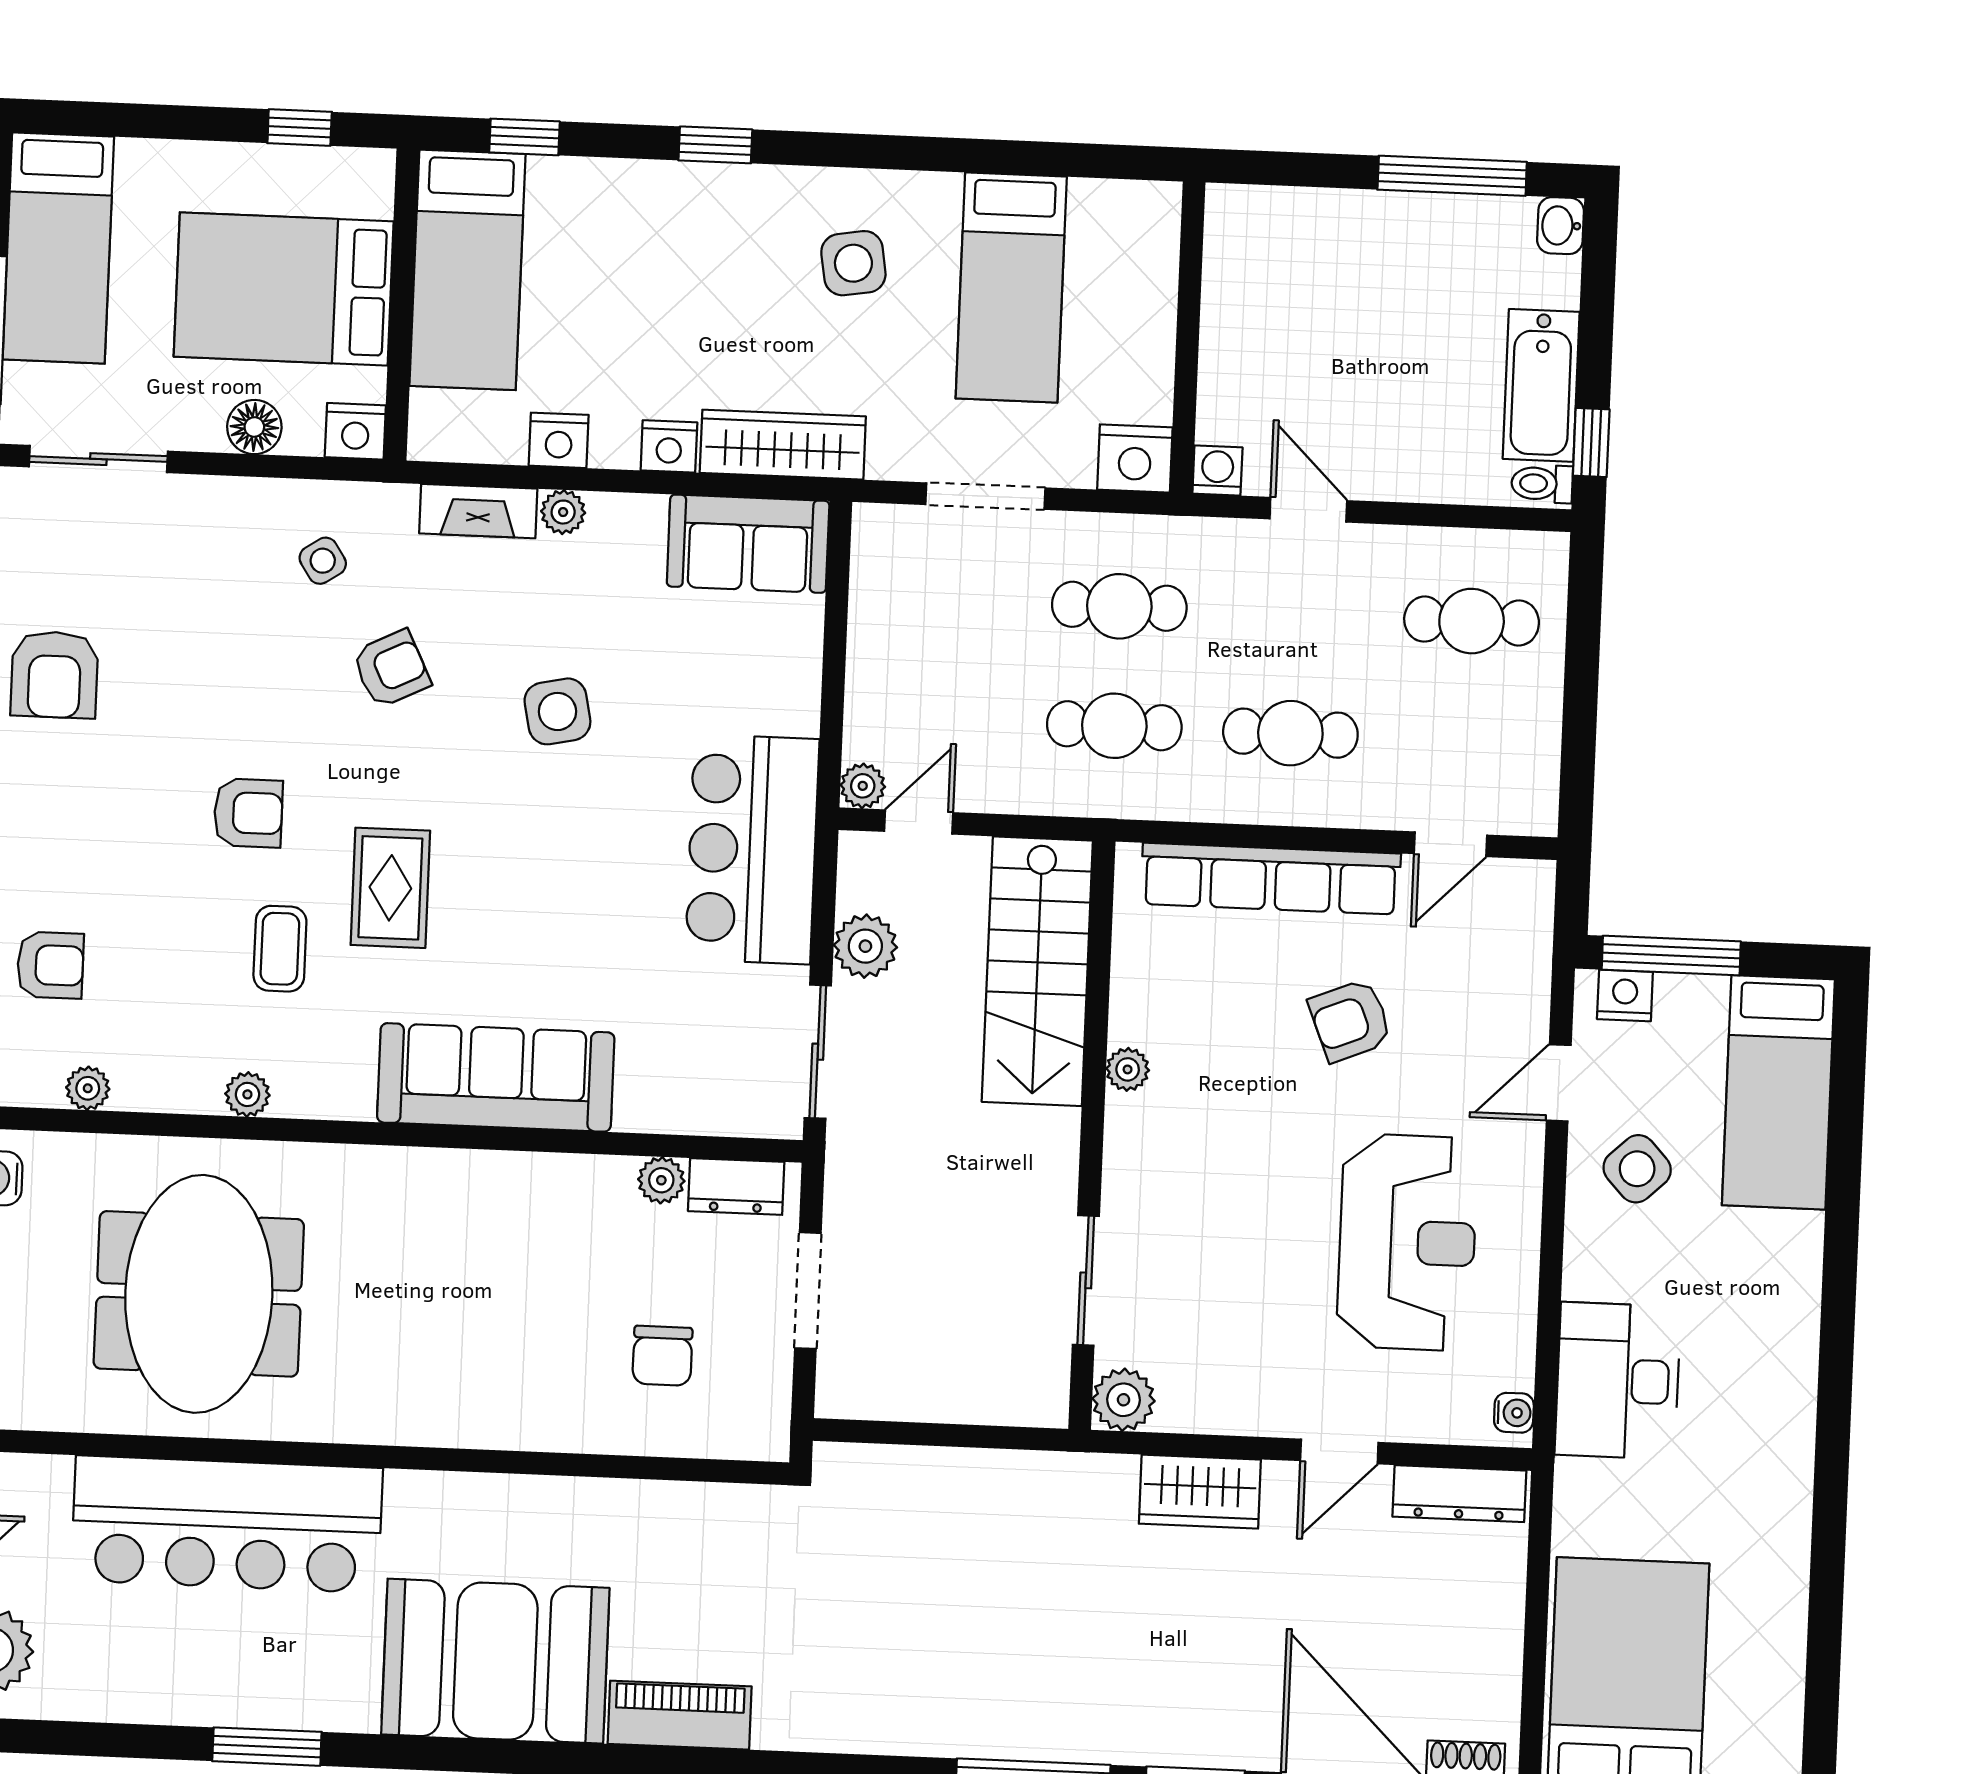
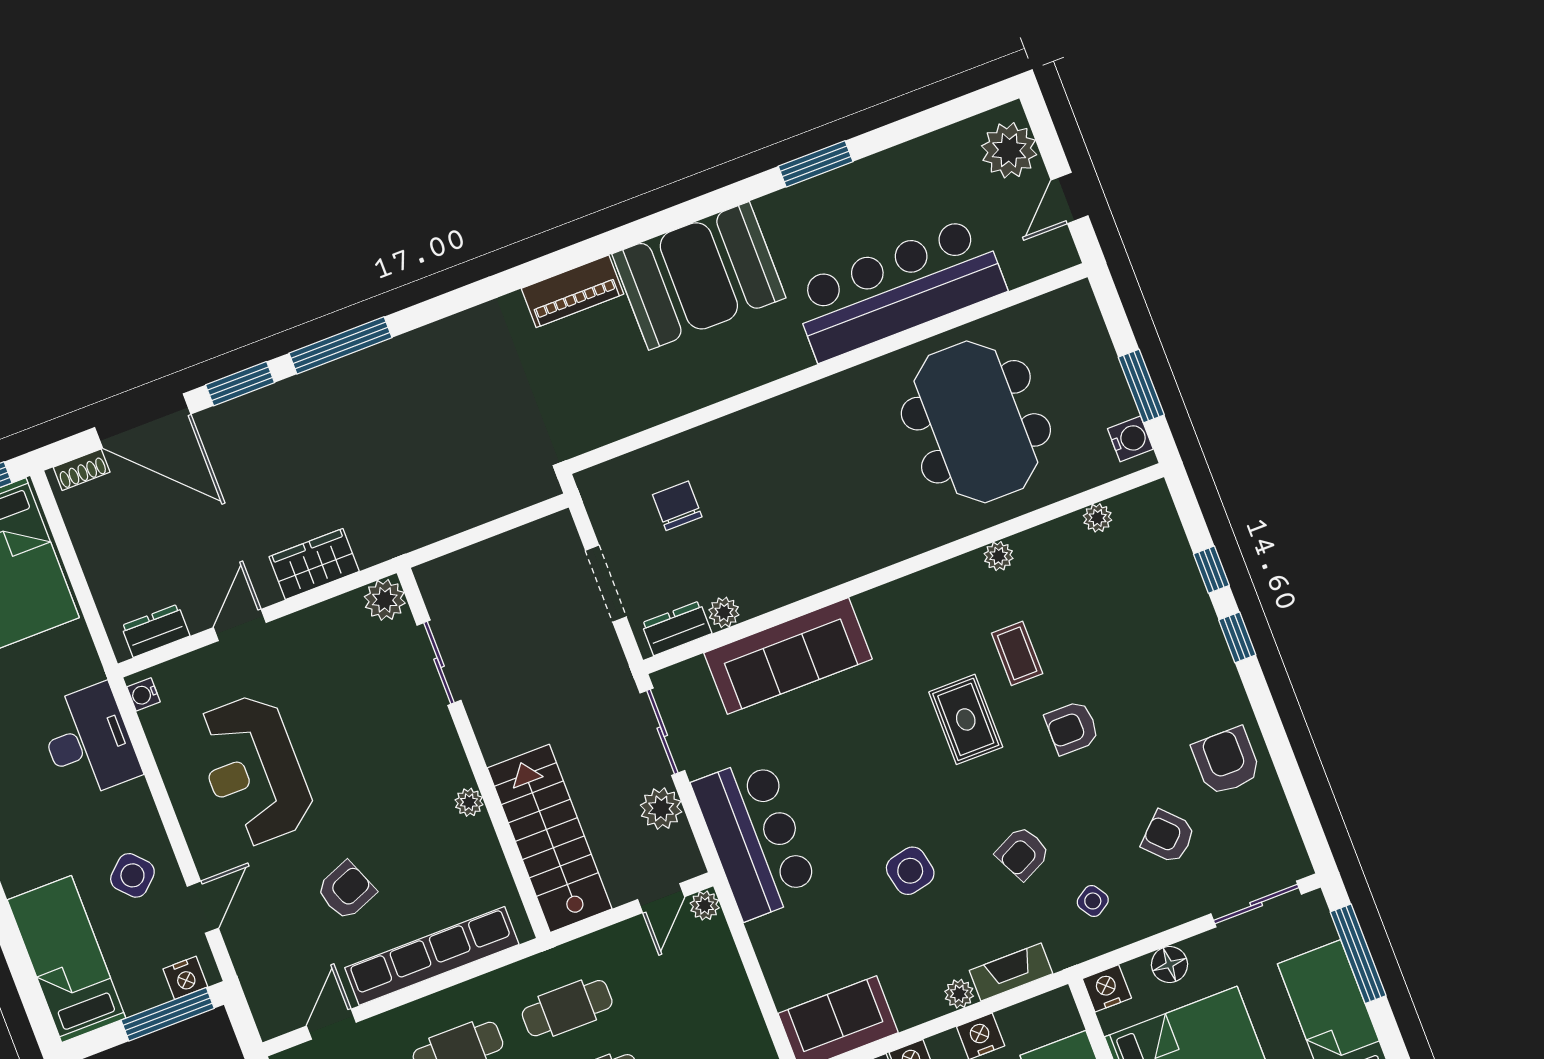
armchair: (50, 965) -> (1168, 836), moved, turned 46
sofa: (496, 1077) -> (788, 656), moved
dresser: (1459, 1494) -> (156, 631), width x0.70

